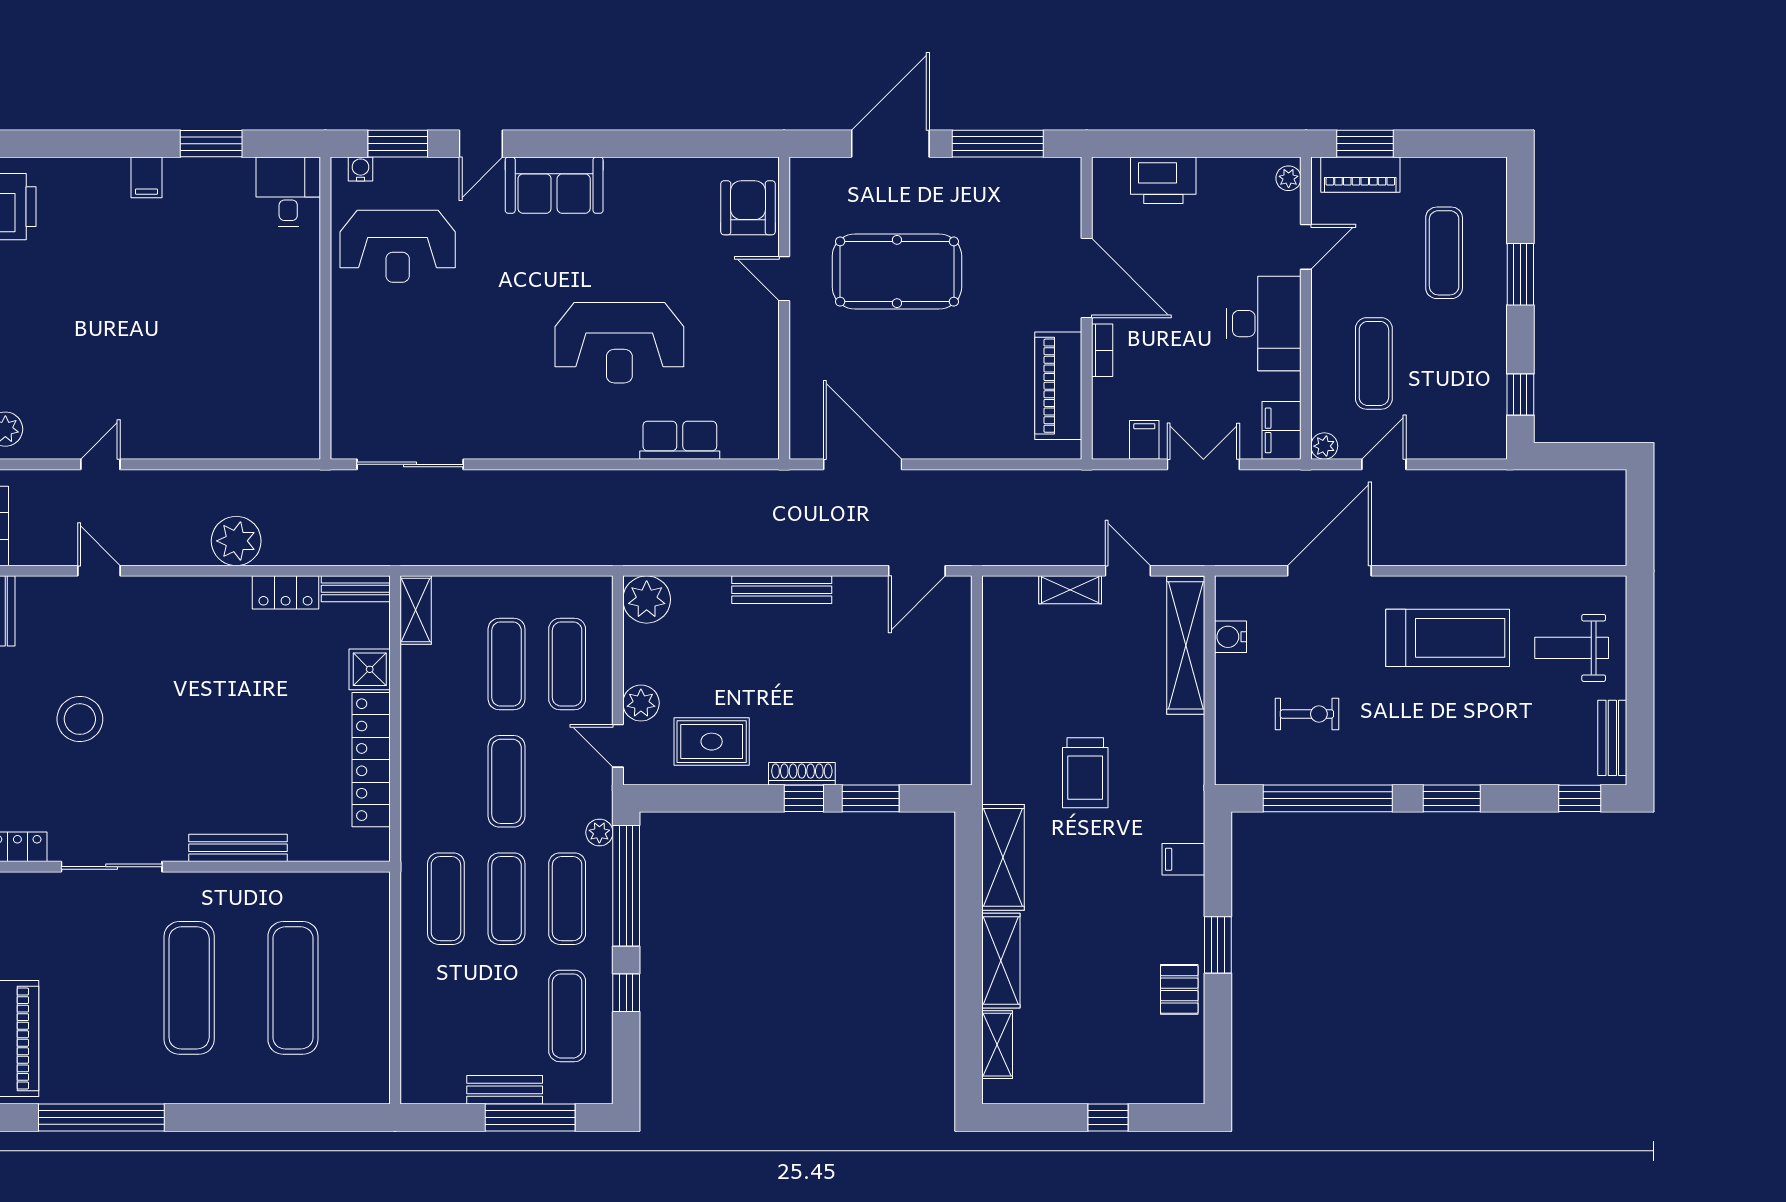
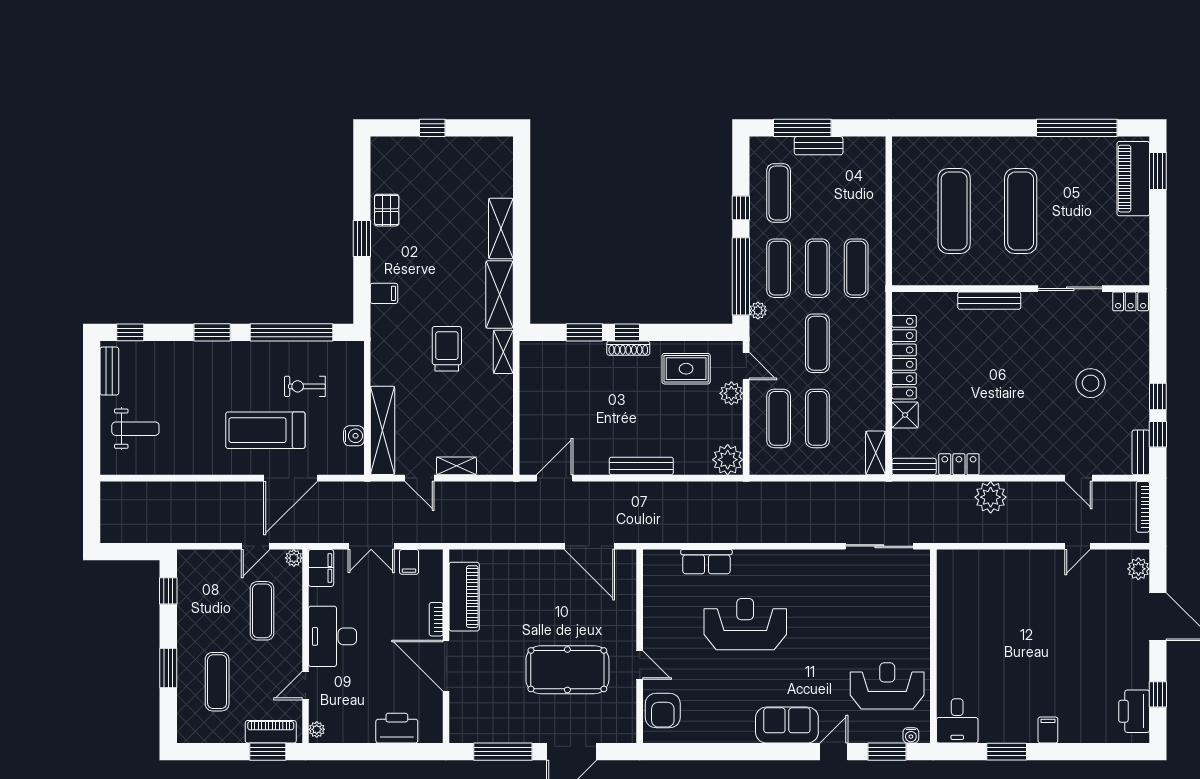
treadmill: (1448, 638) -> (265, 430), moved
shelving: (997, 1045) -> (503, 352), moved

